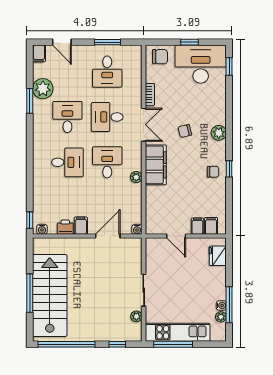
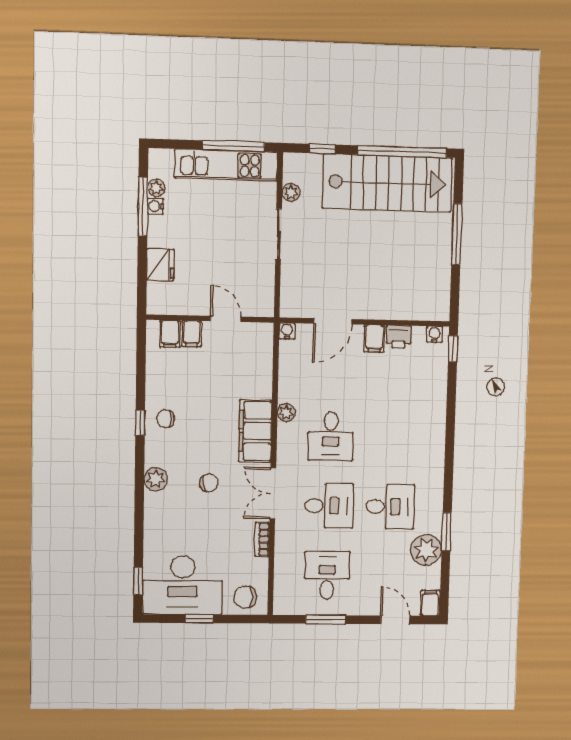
desk: (67, 117) -> (390, 507), turned -90
desk: (67, 162) -> (392, 437), removed
fridge: (218, 256) -> (160, 265), moved
stairs: (50, 295) -> (387, 183), moved, turned -90

